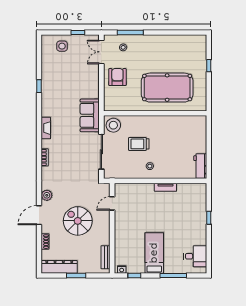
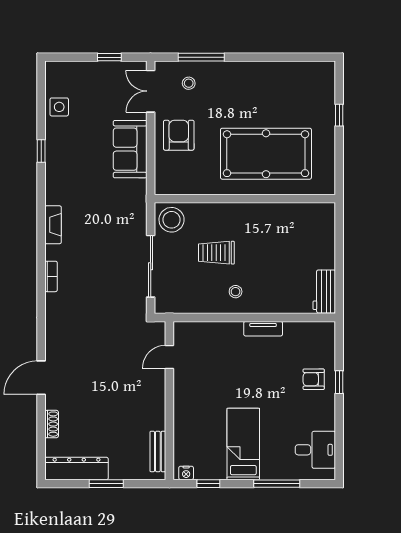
side table: (62, 46) -> (59, 107), moved
sofa: (90, 115) -> (130, 149), moved
plant: (47, 195) -> (55, 343), removed
armchair: (194, 216) -> (314, 379), added
spiral stairs: (78, 221) -> (109, 388), removed

